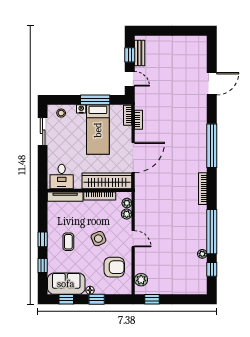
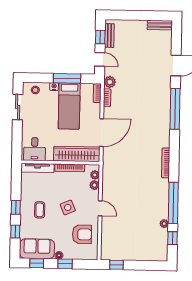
bench: (193, 41) -> (160, 25), added
window: (212, 146) -> (175, 109), moved
plant: (141, 280) -> (110, 82), moved

